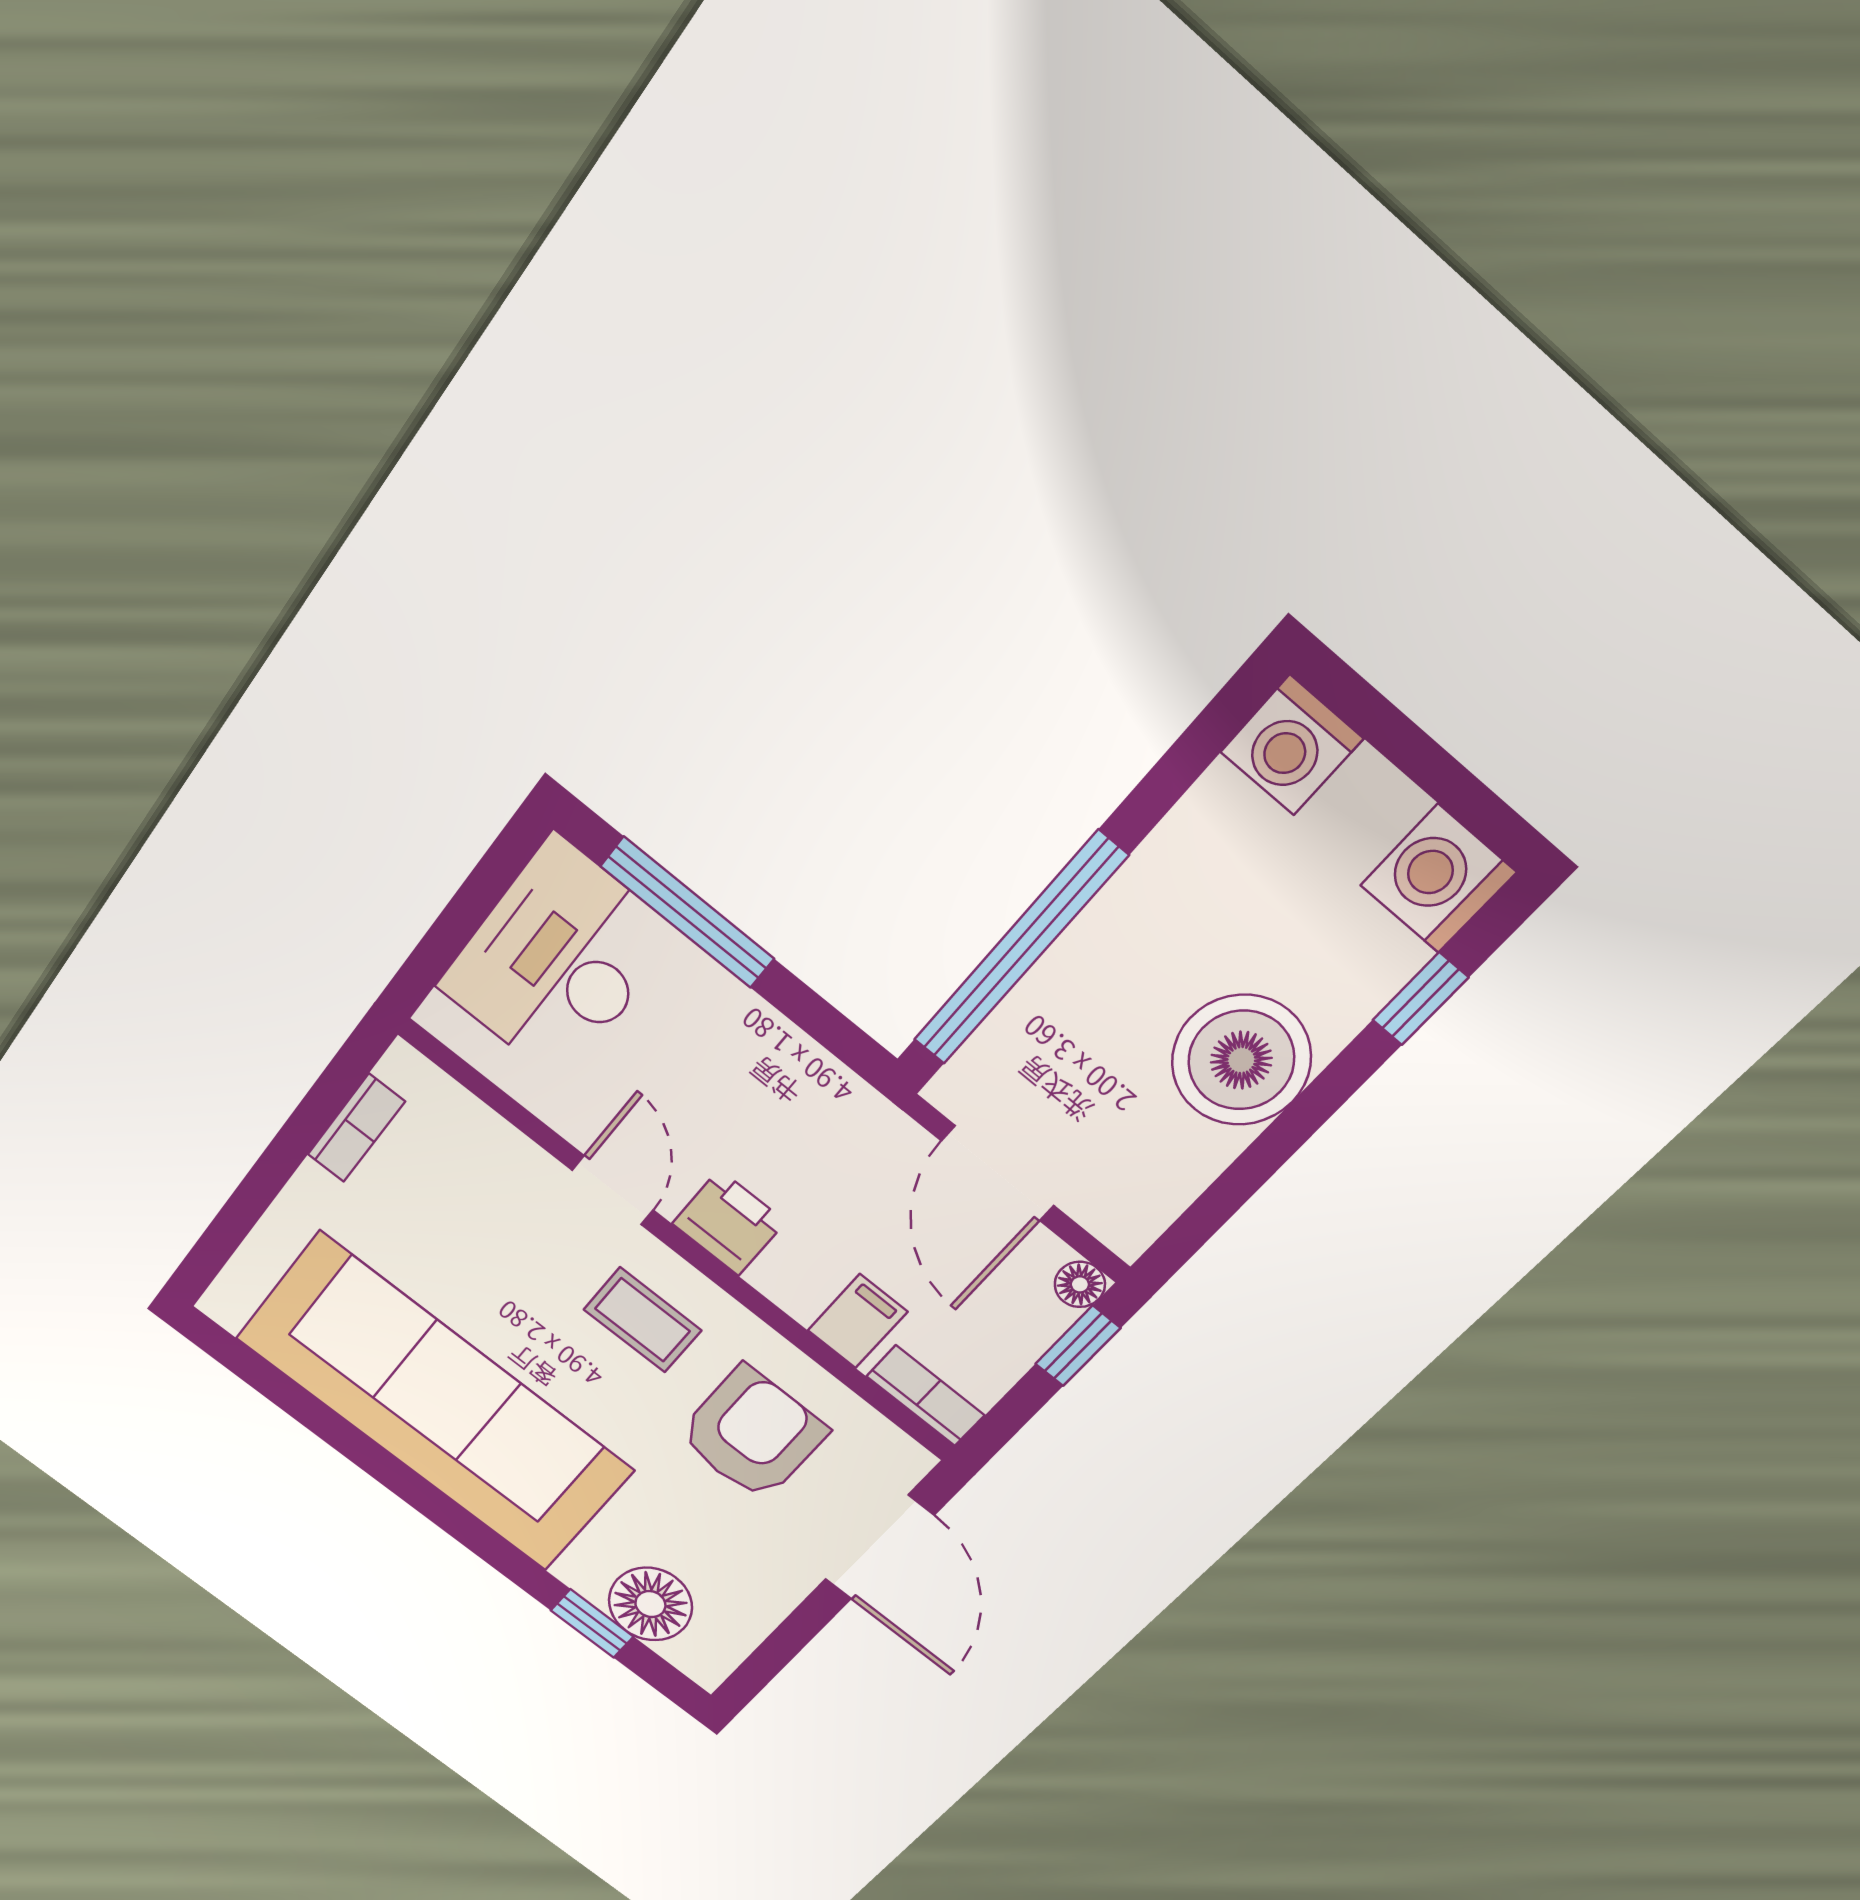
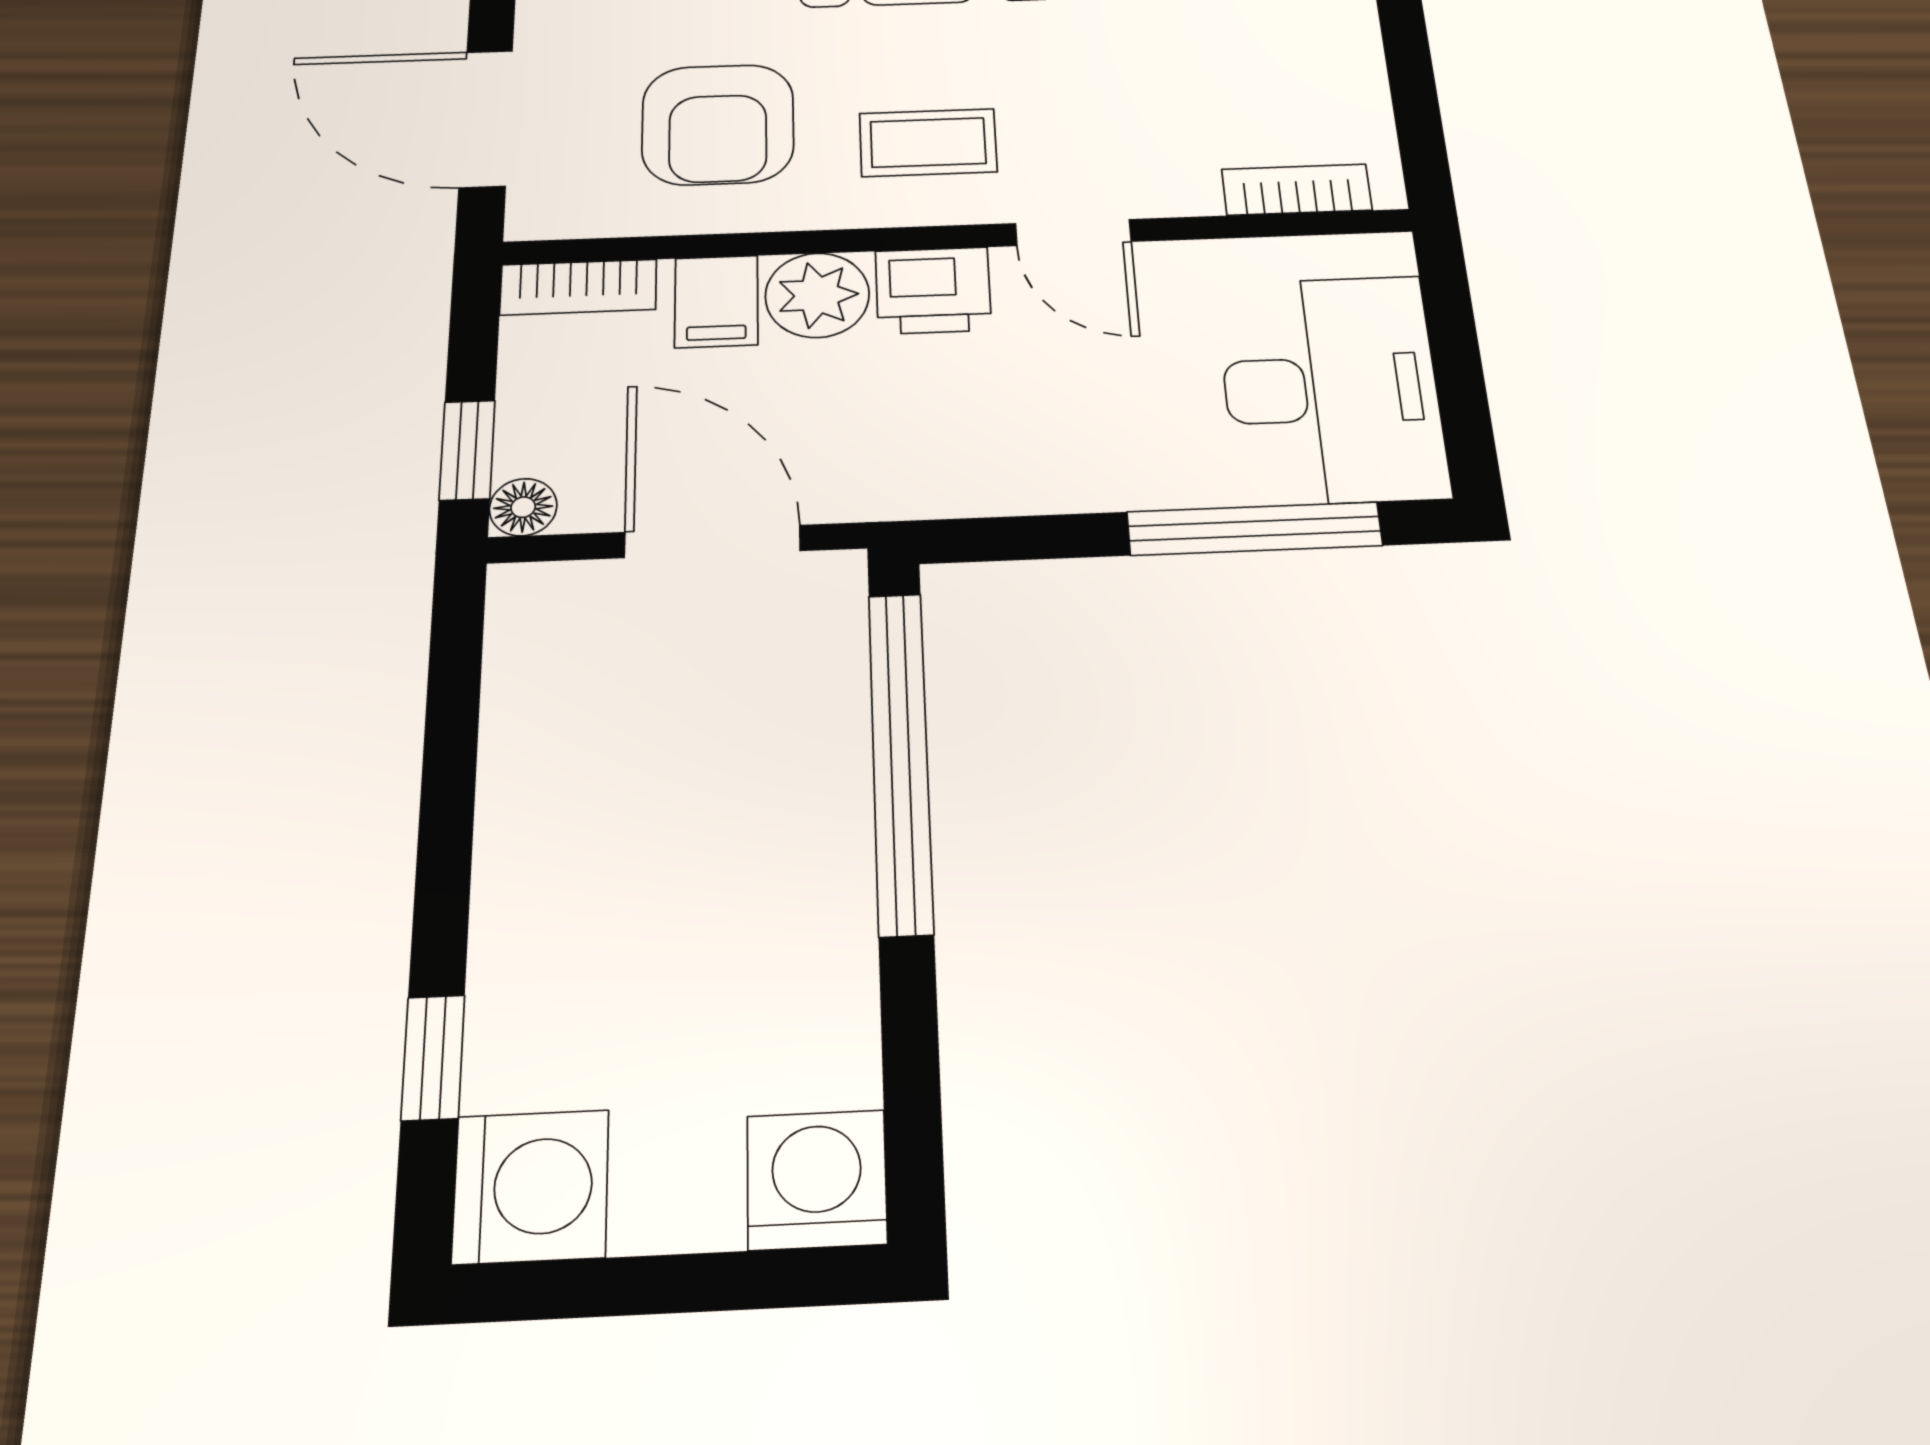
boiler: (1241, 1060) -> (566, 845), removed
bookcase: (356, 1128) -> (1297, 190), moved, turned 90
plant: (797, 1276) -> (817, 295), added

